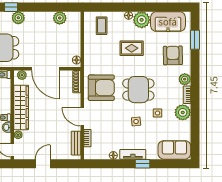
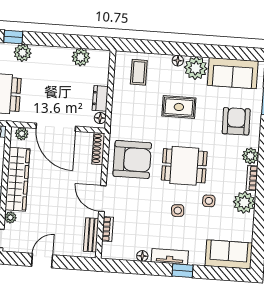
dresser: (76, 46) -> (100, 98), added

